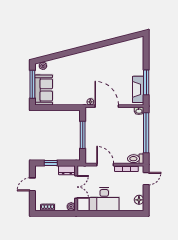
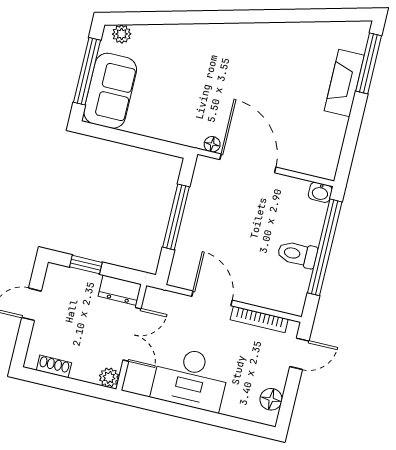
window: (146, 82) -> (369, 63), moved
fireplace: (138, 89) -> (344, 83), moved
toilet: (136, 159) -> (297, 254), moved

